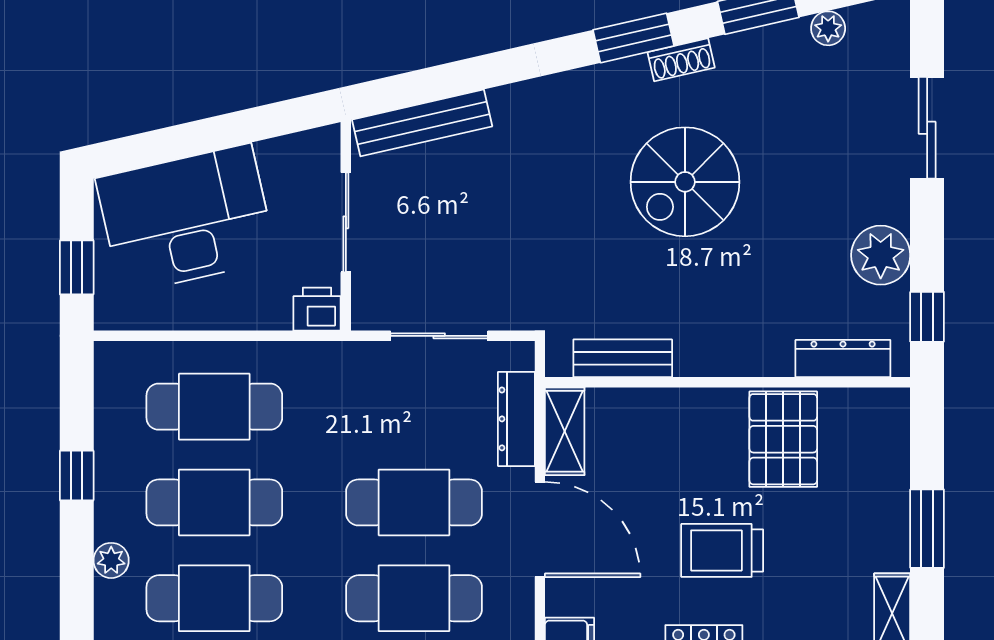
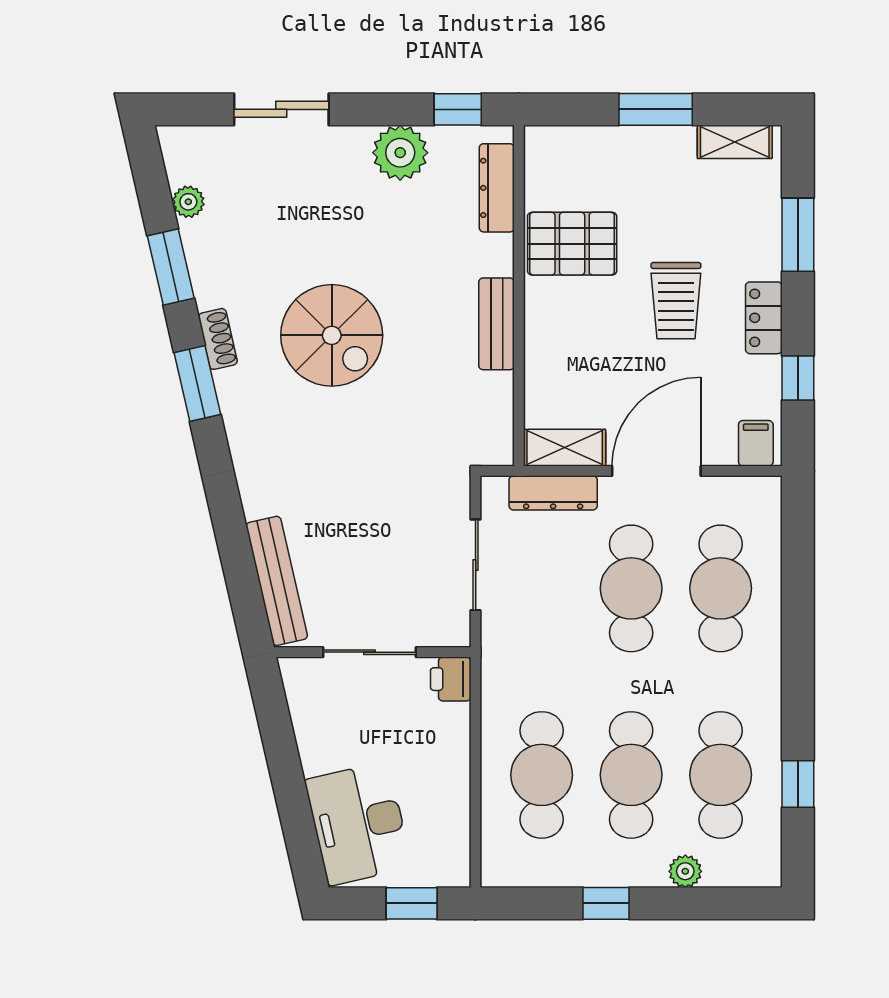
desk: (186, 219) -> (358, 824), width x0.73, depth x0.77
bench: (623, 358) -> (497, 324), moved

